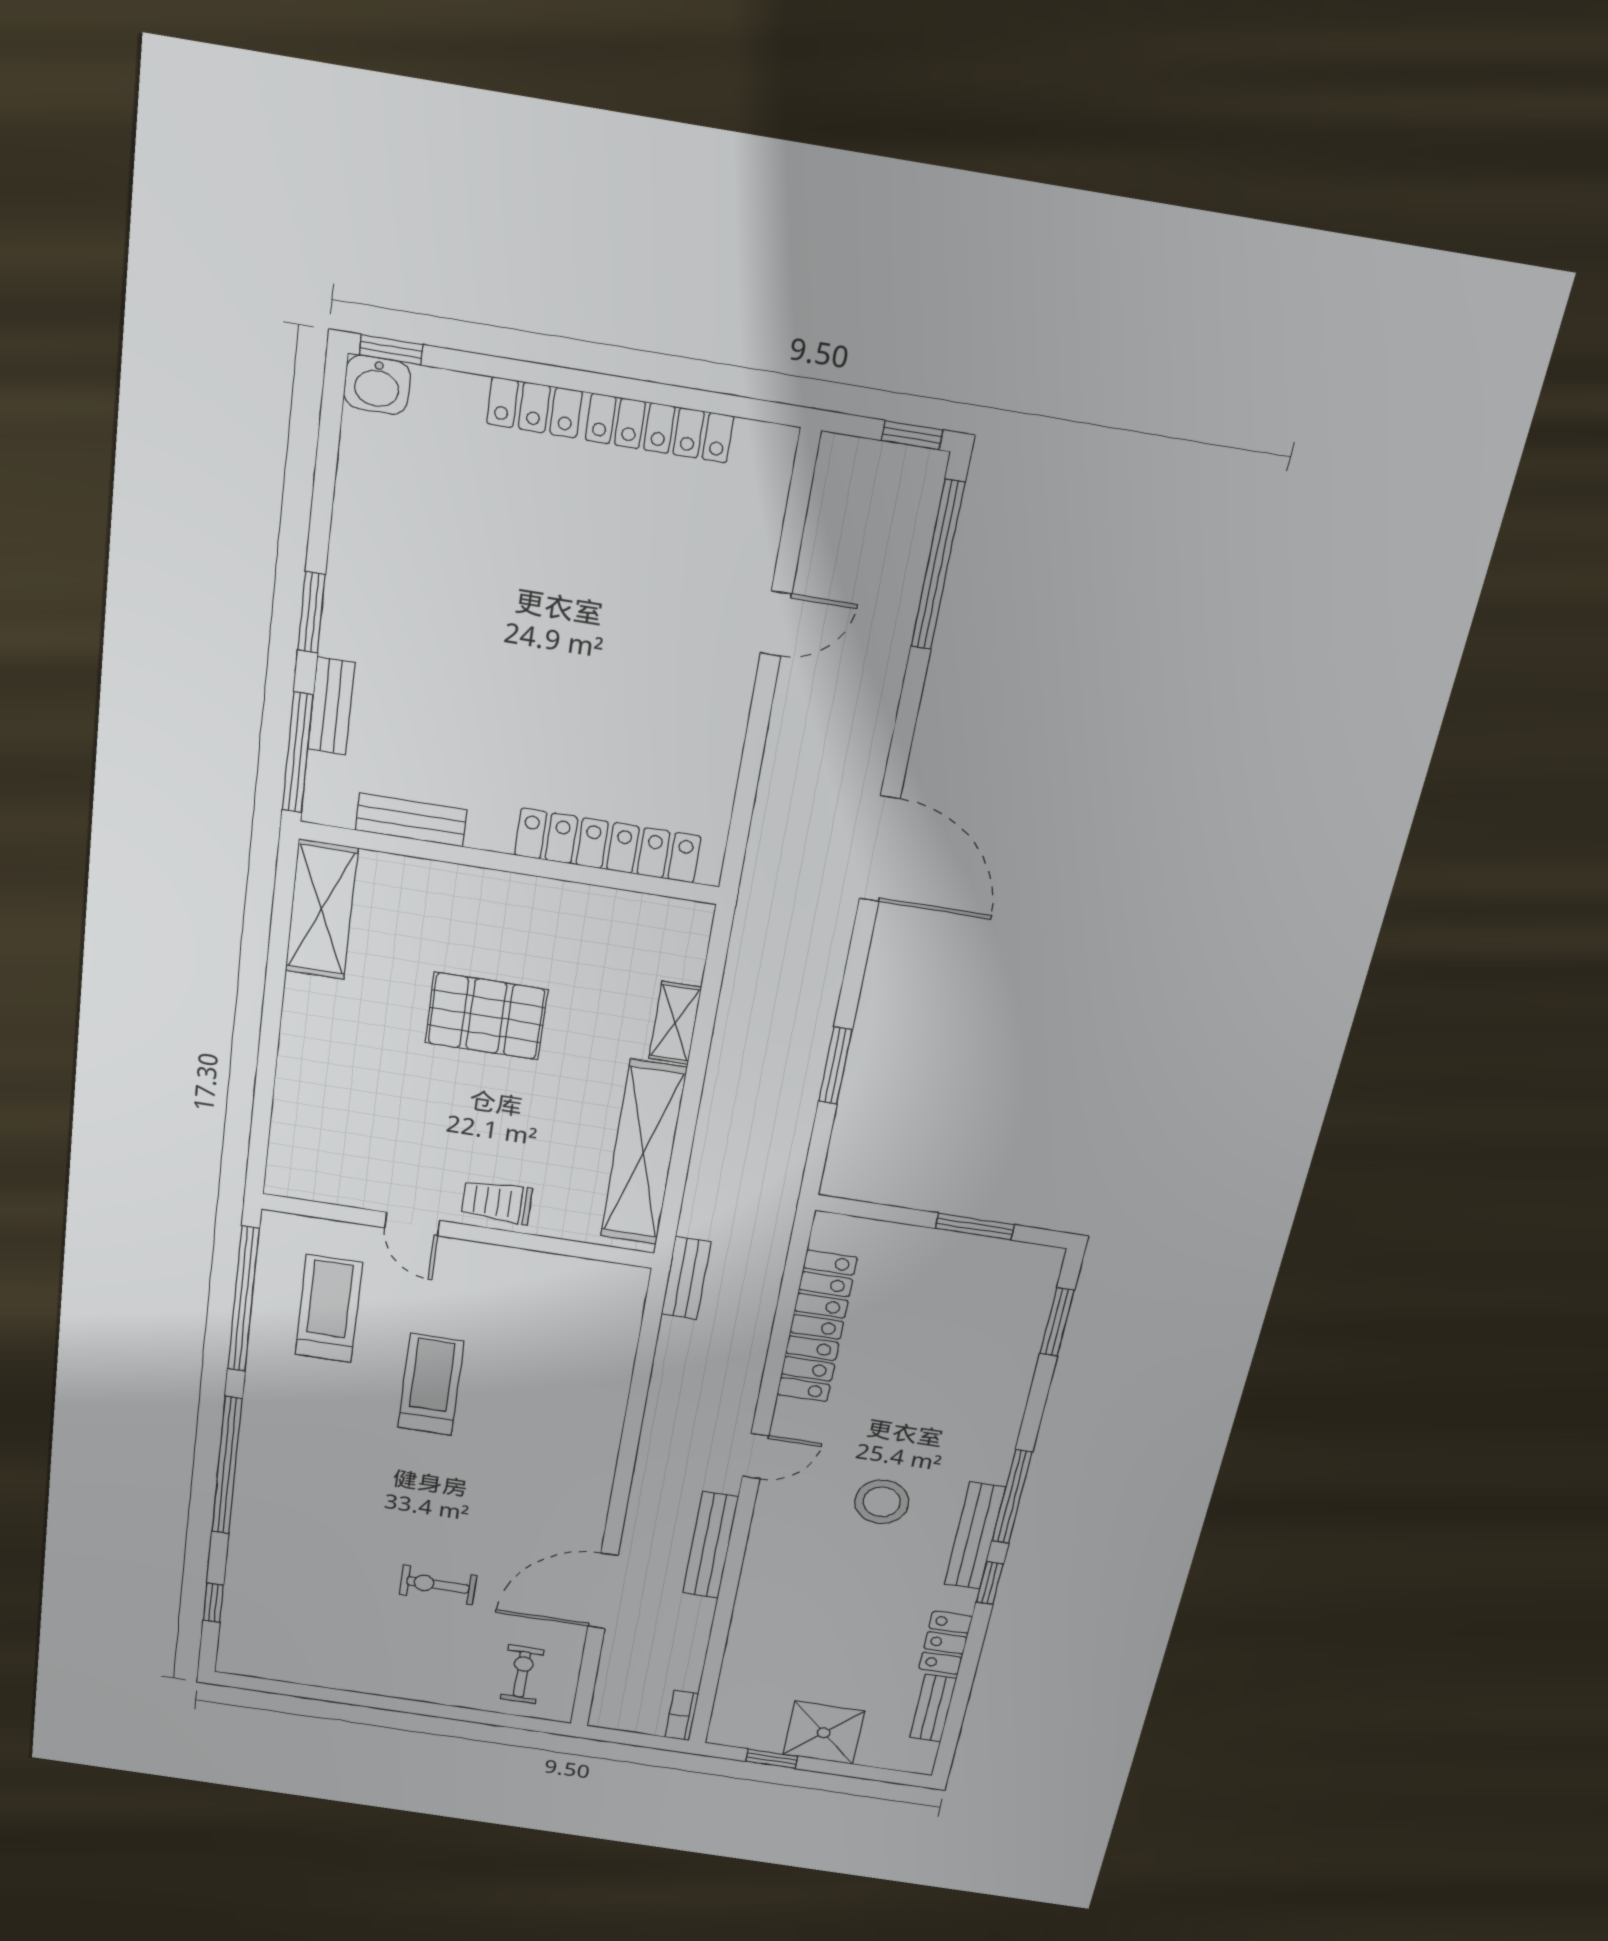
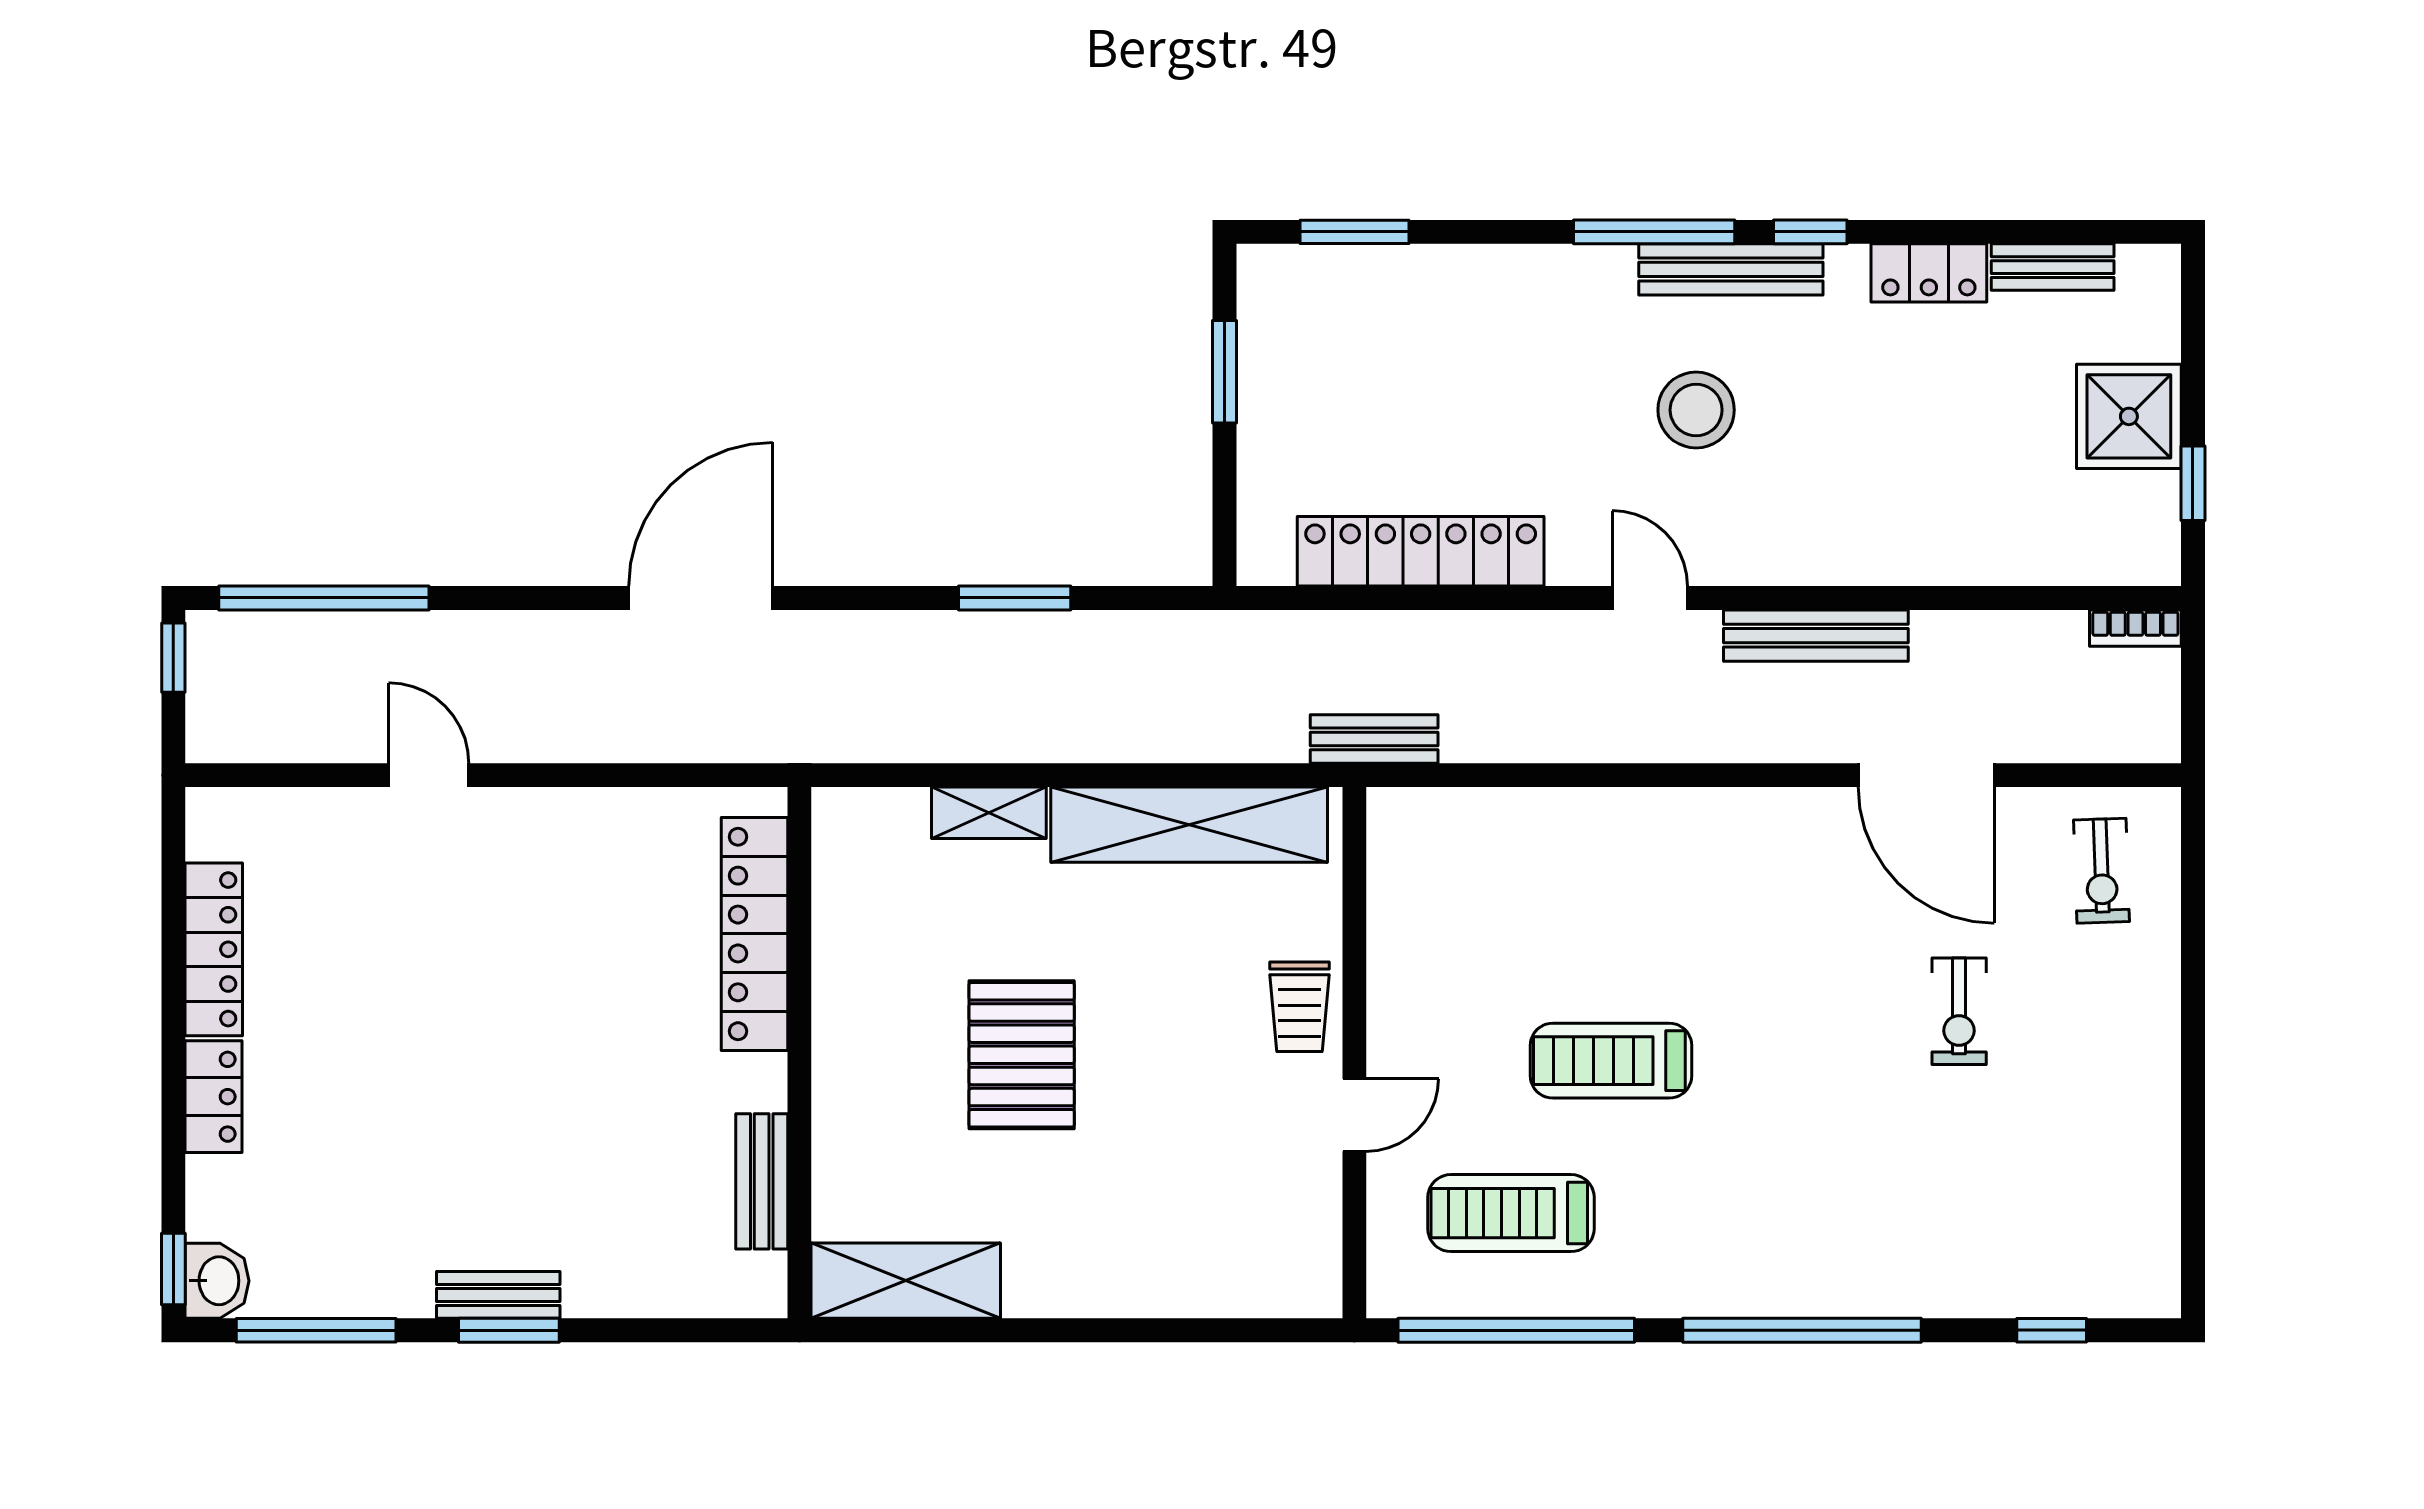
bench: (331, 706) -> (498, 1295), moved
window: (298, 753) -> (316, 1330), moved
exercise bike: (522, 1674) -> (2101, 871), turned -92

